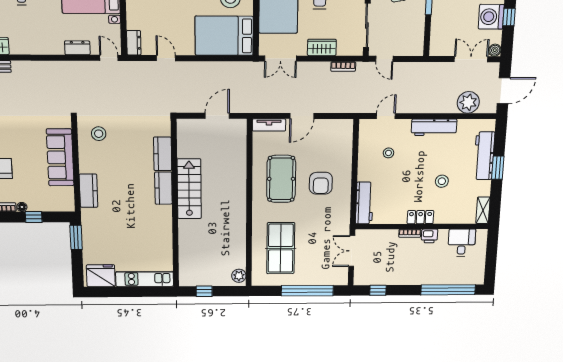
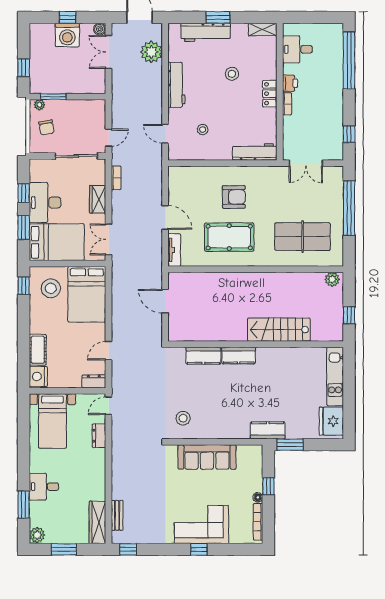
double door: (280, 58) -> (109, 239), swing flipped
stairs: (189, 189) -> (279, 330), moved
kitchen counter: (88, 191) -> (268, 430), moved

